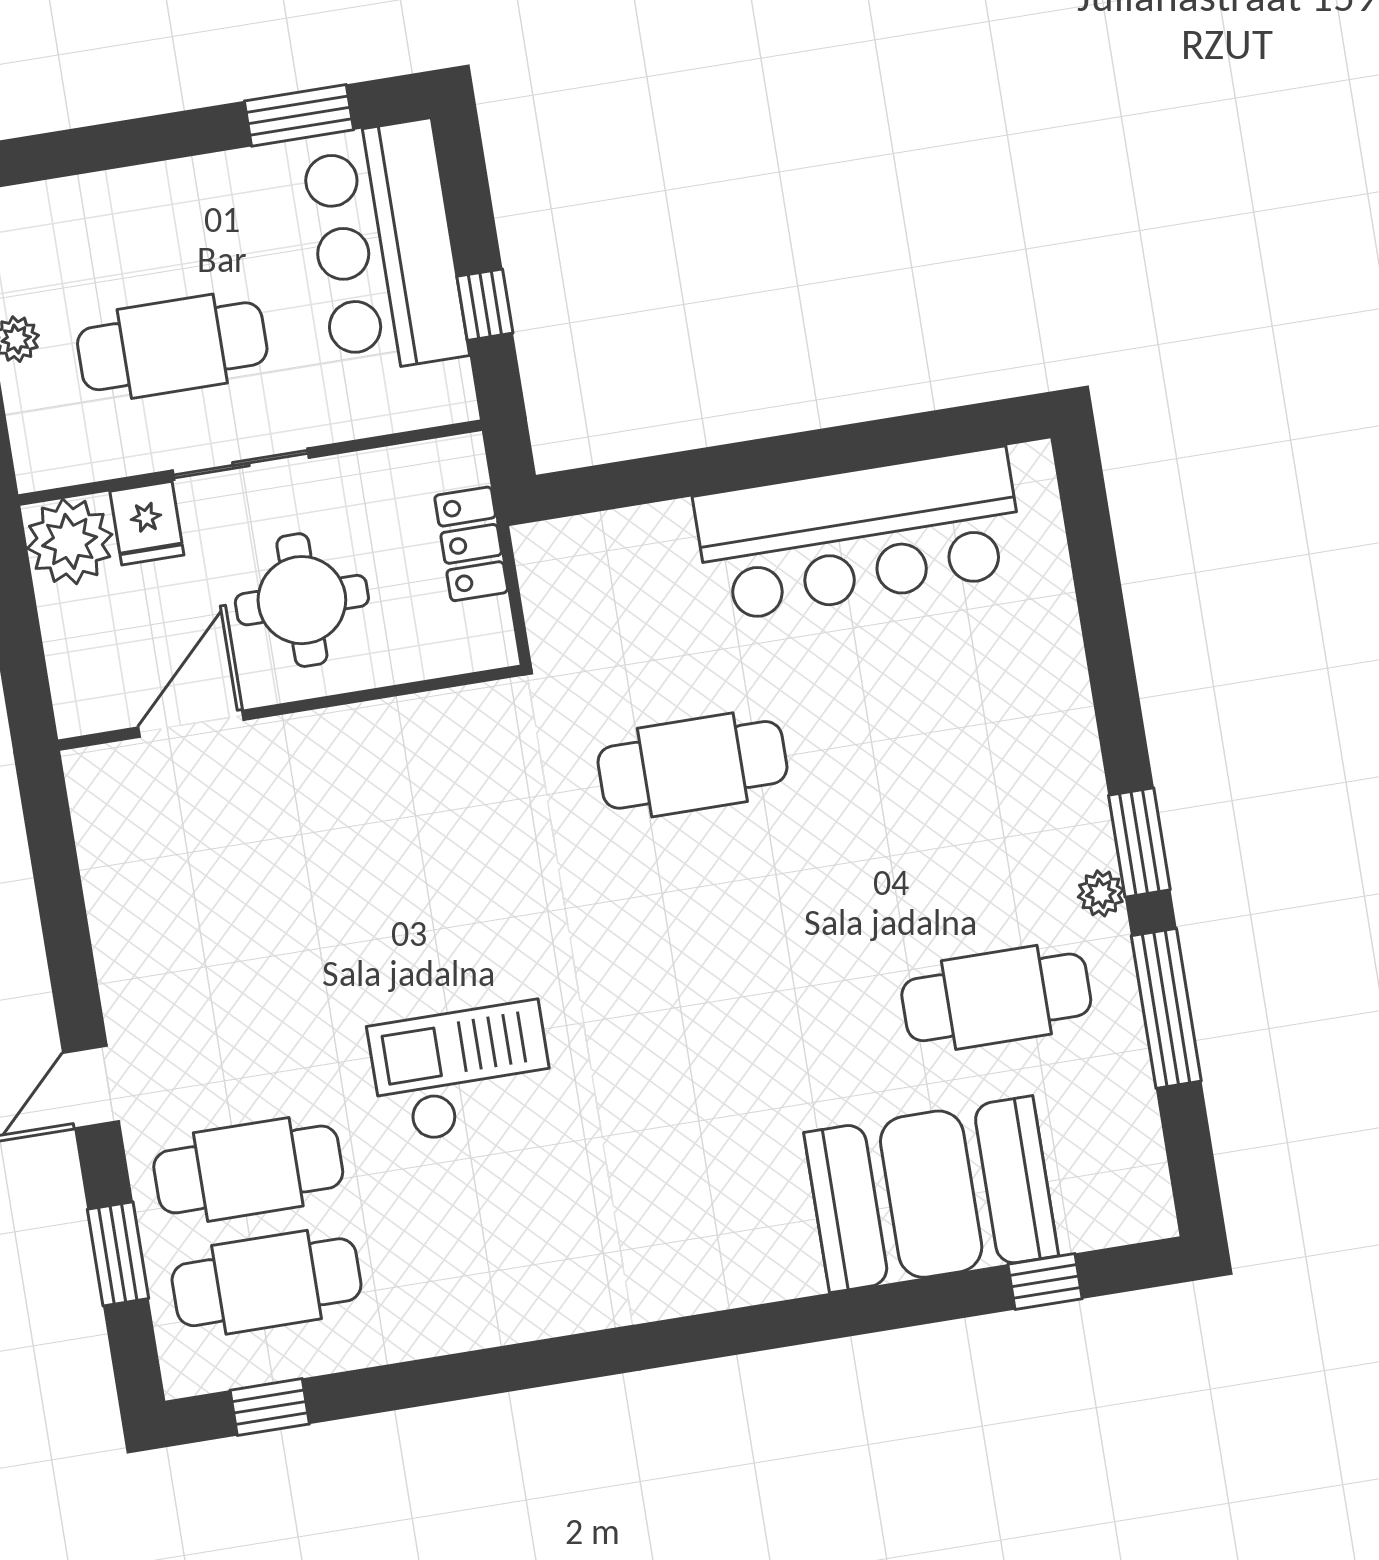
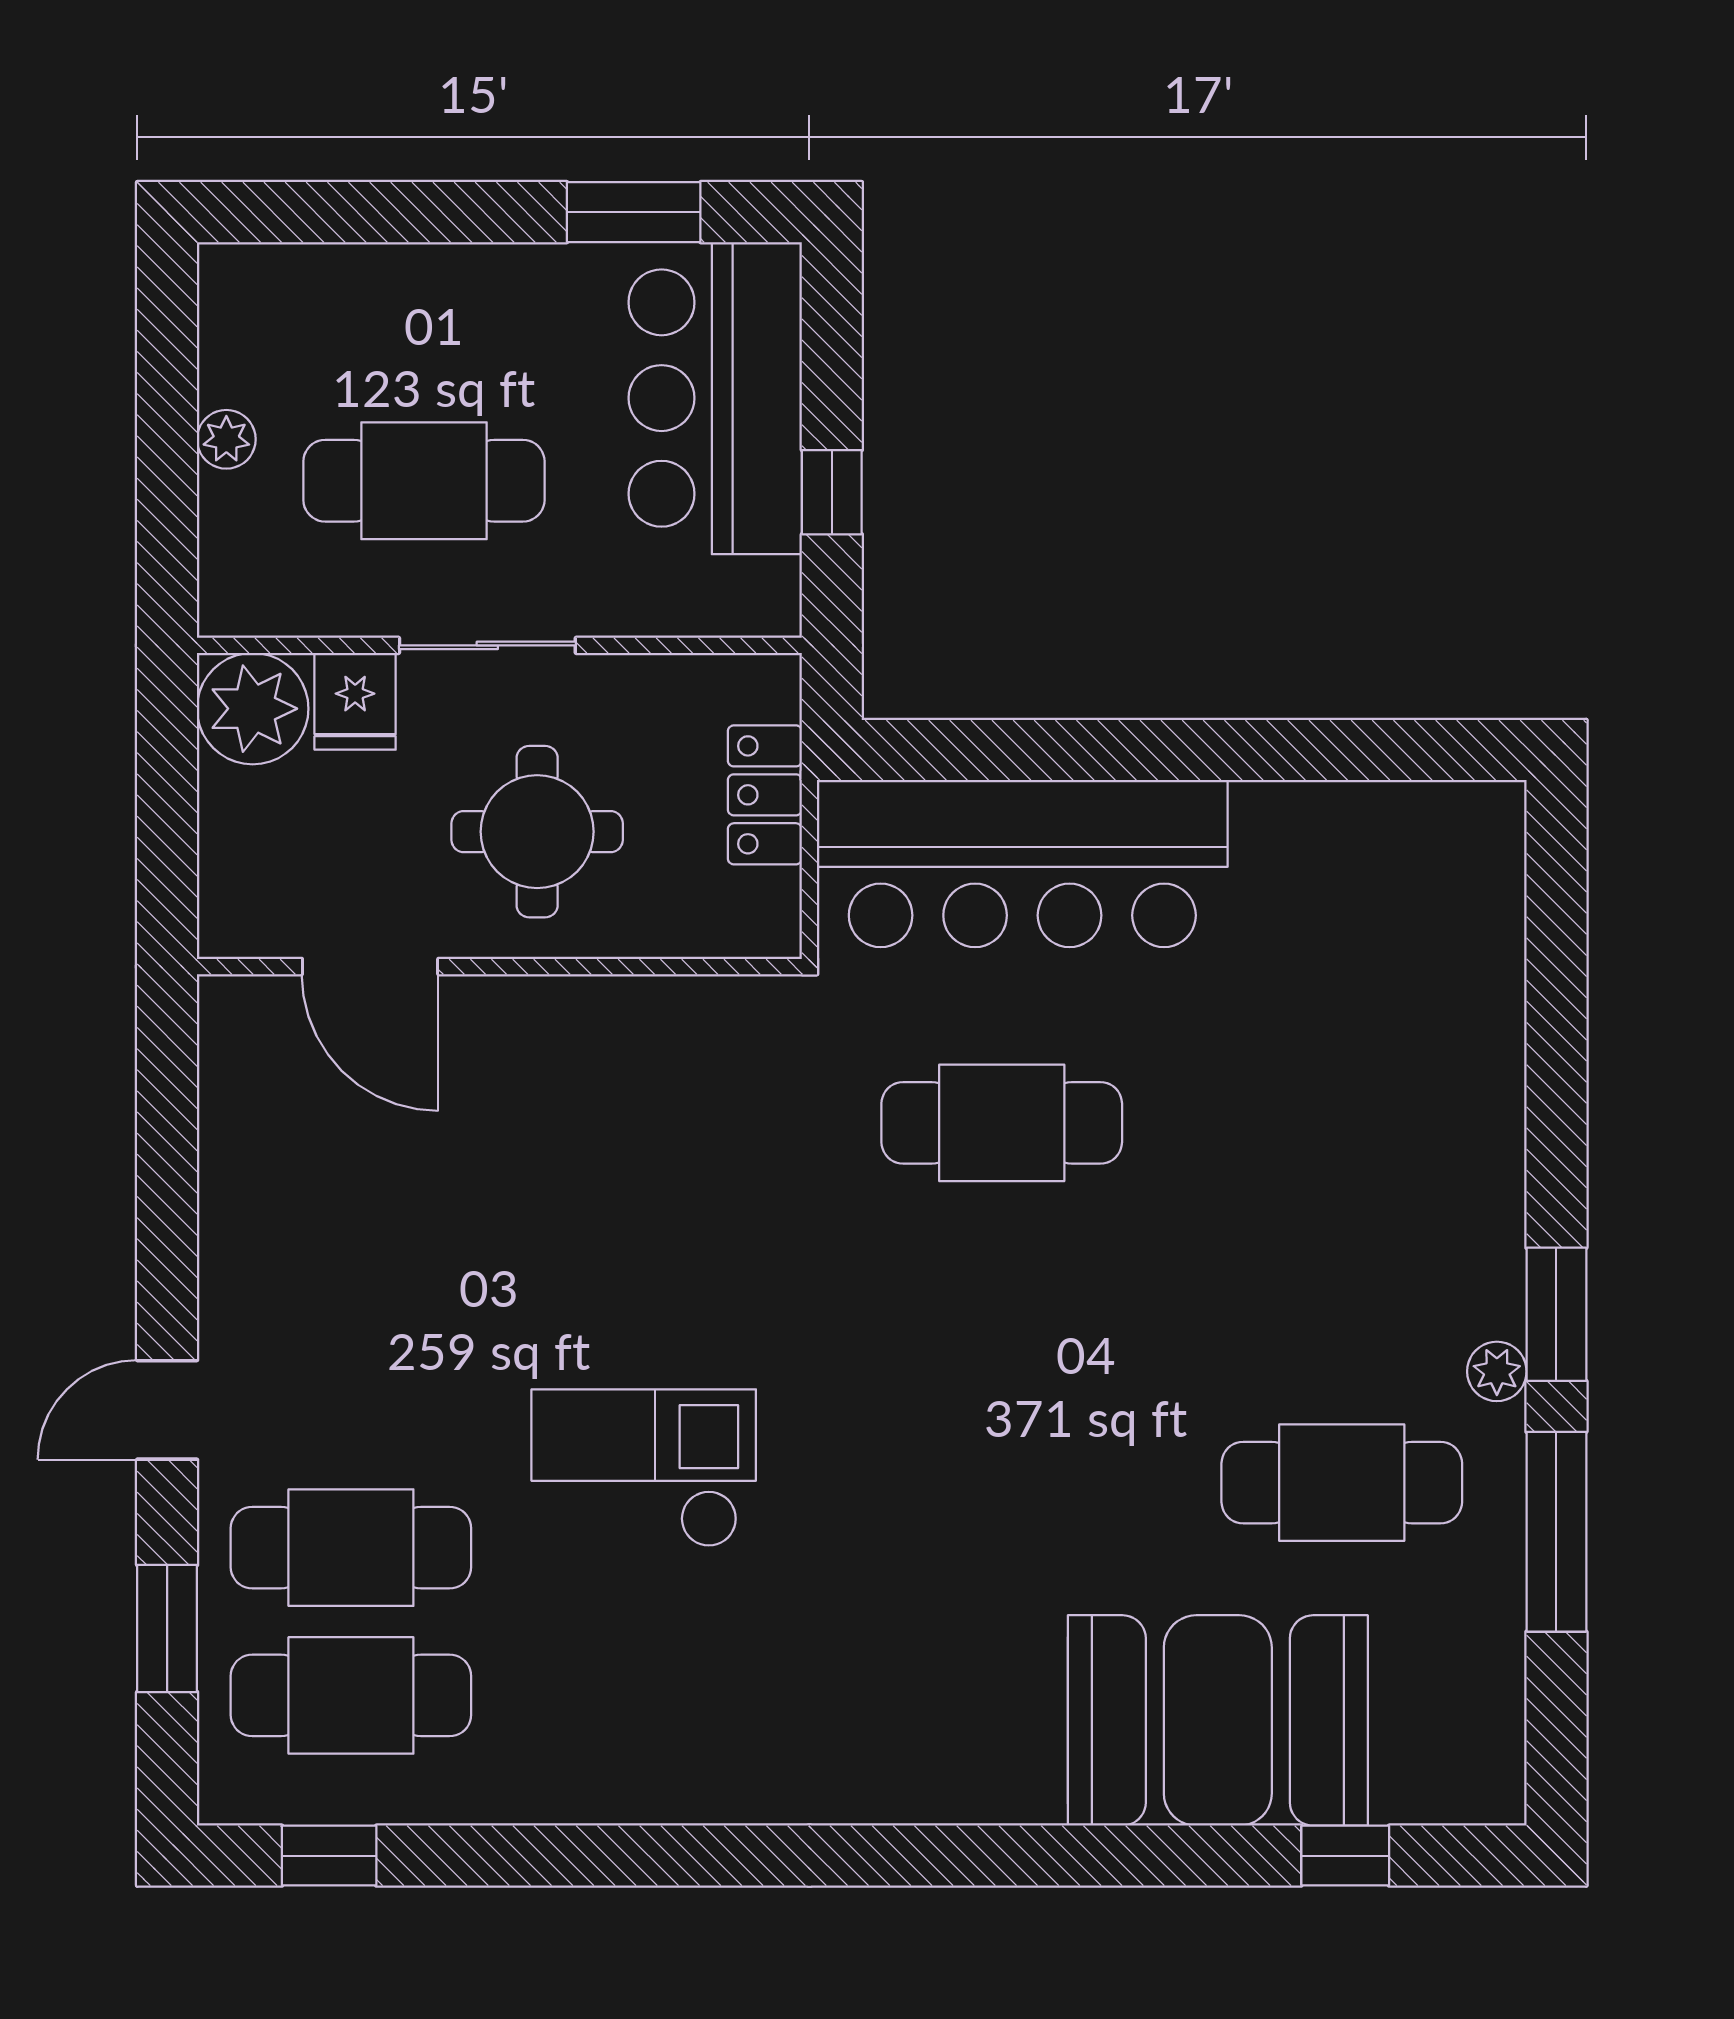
bar counter: (859, 535) -> (1022, 864), moved
door: (191, 724) -> (370, 967), swing flipped

